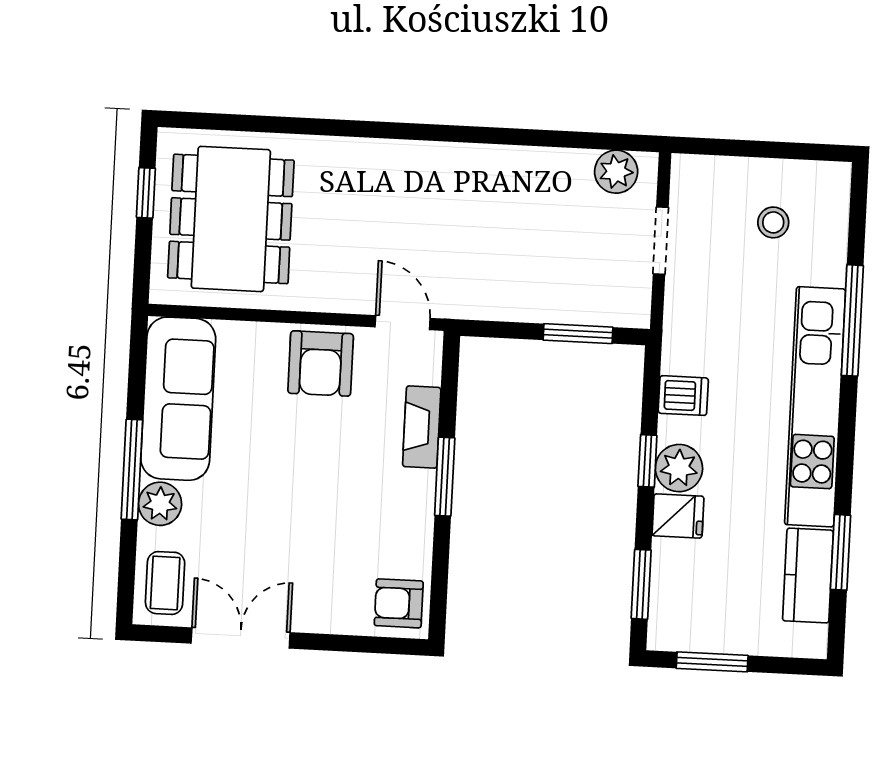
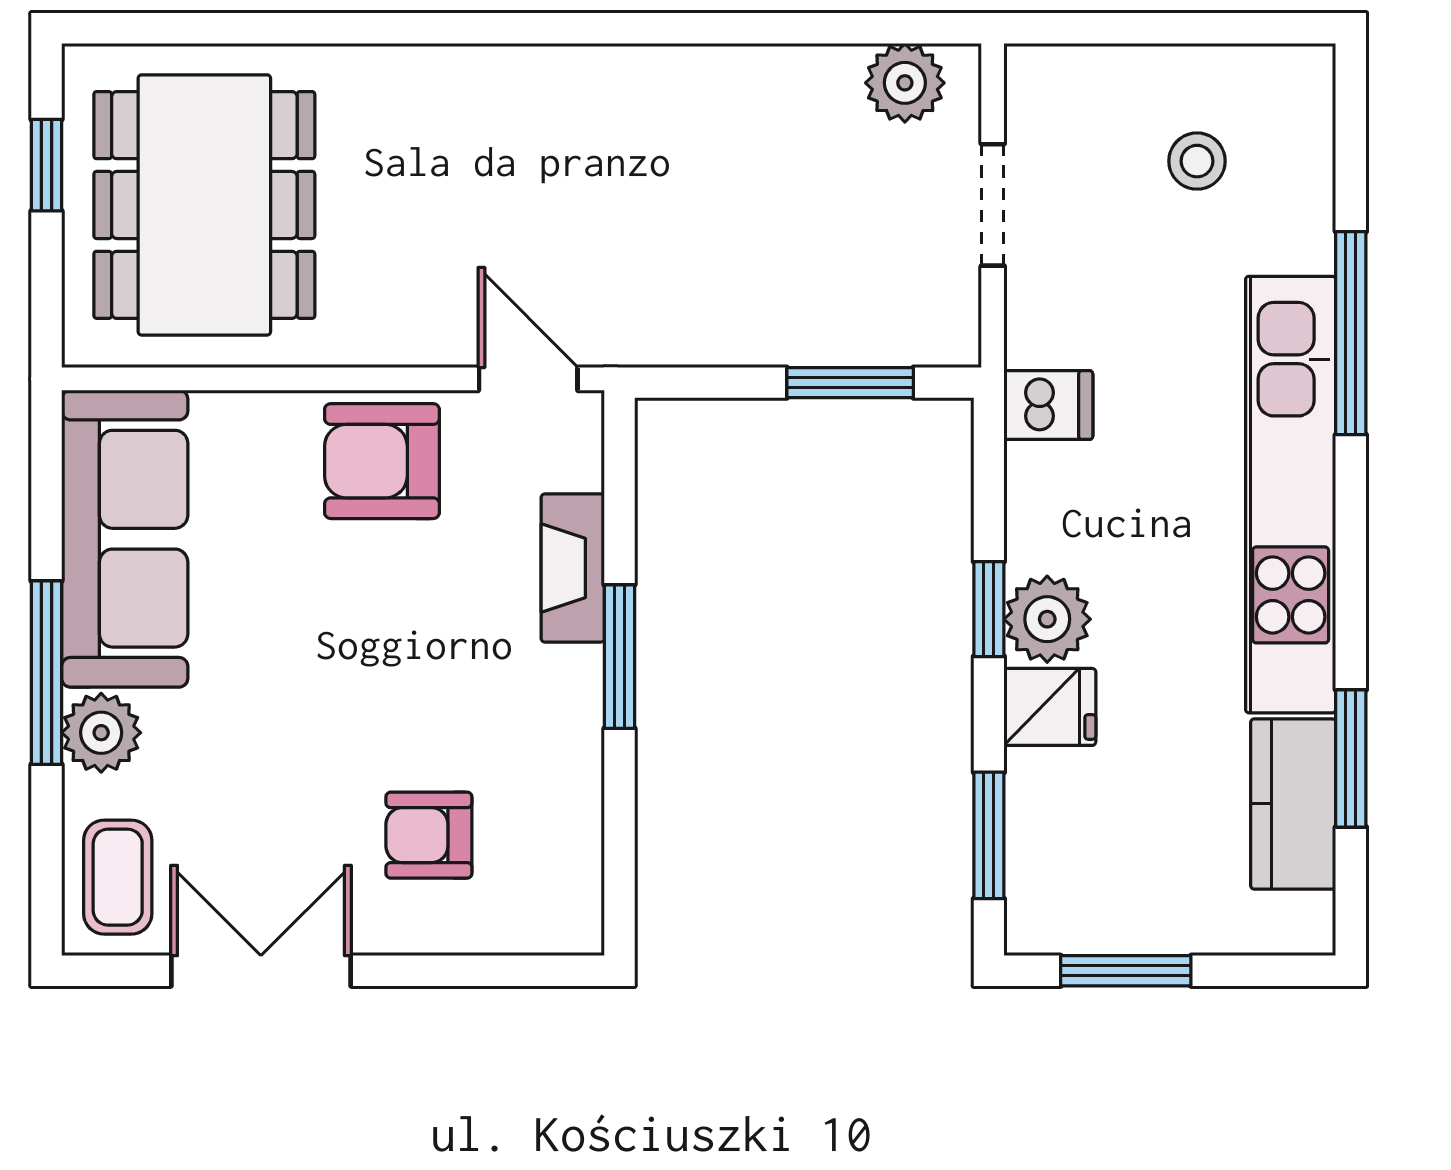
armchair: (321, 363) -> (382, 461), turned 90
dishwasher: (683, 396) -> (1048, 405), moved
armchair: (399, 603) -> (429, 835), moved

